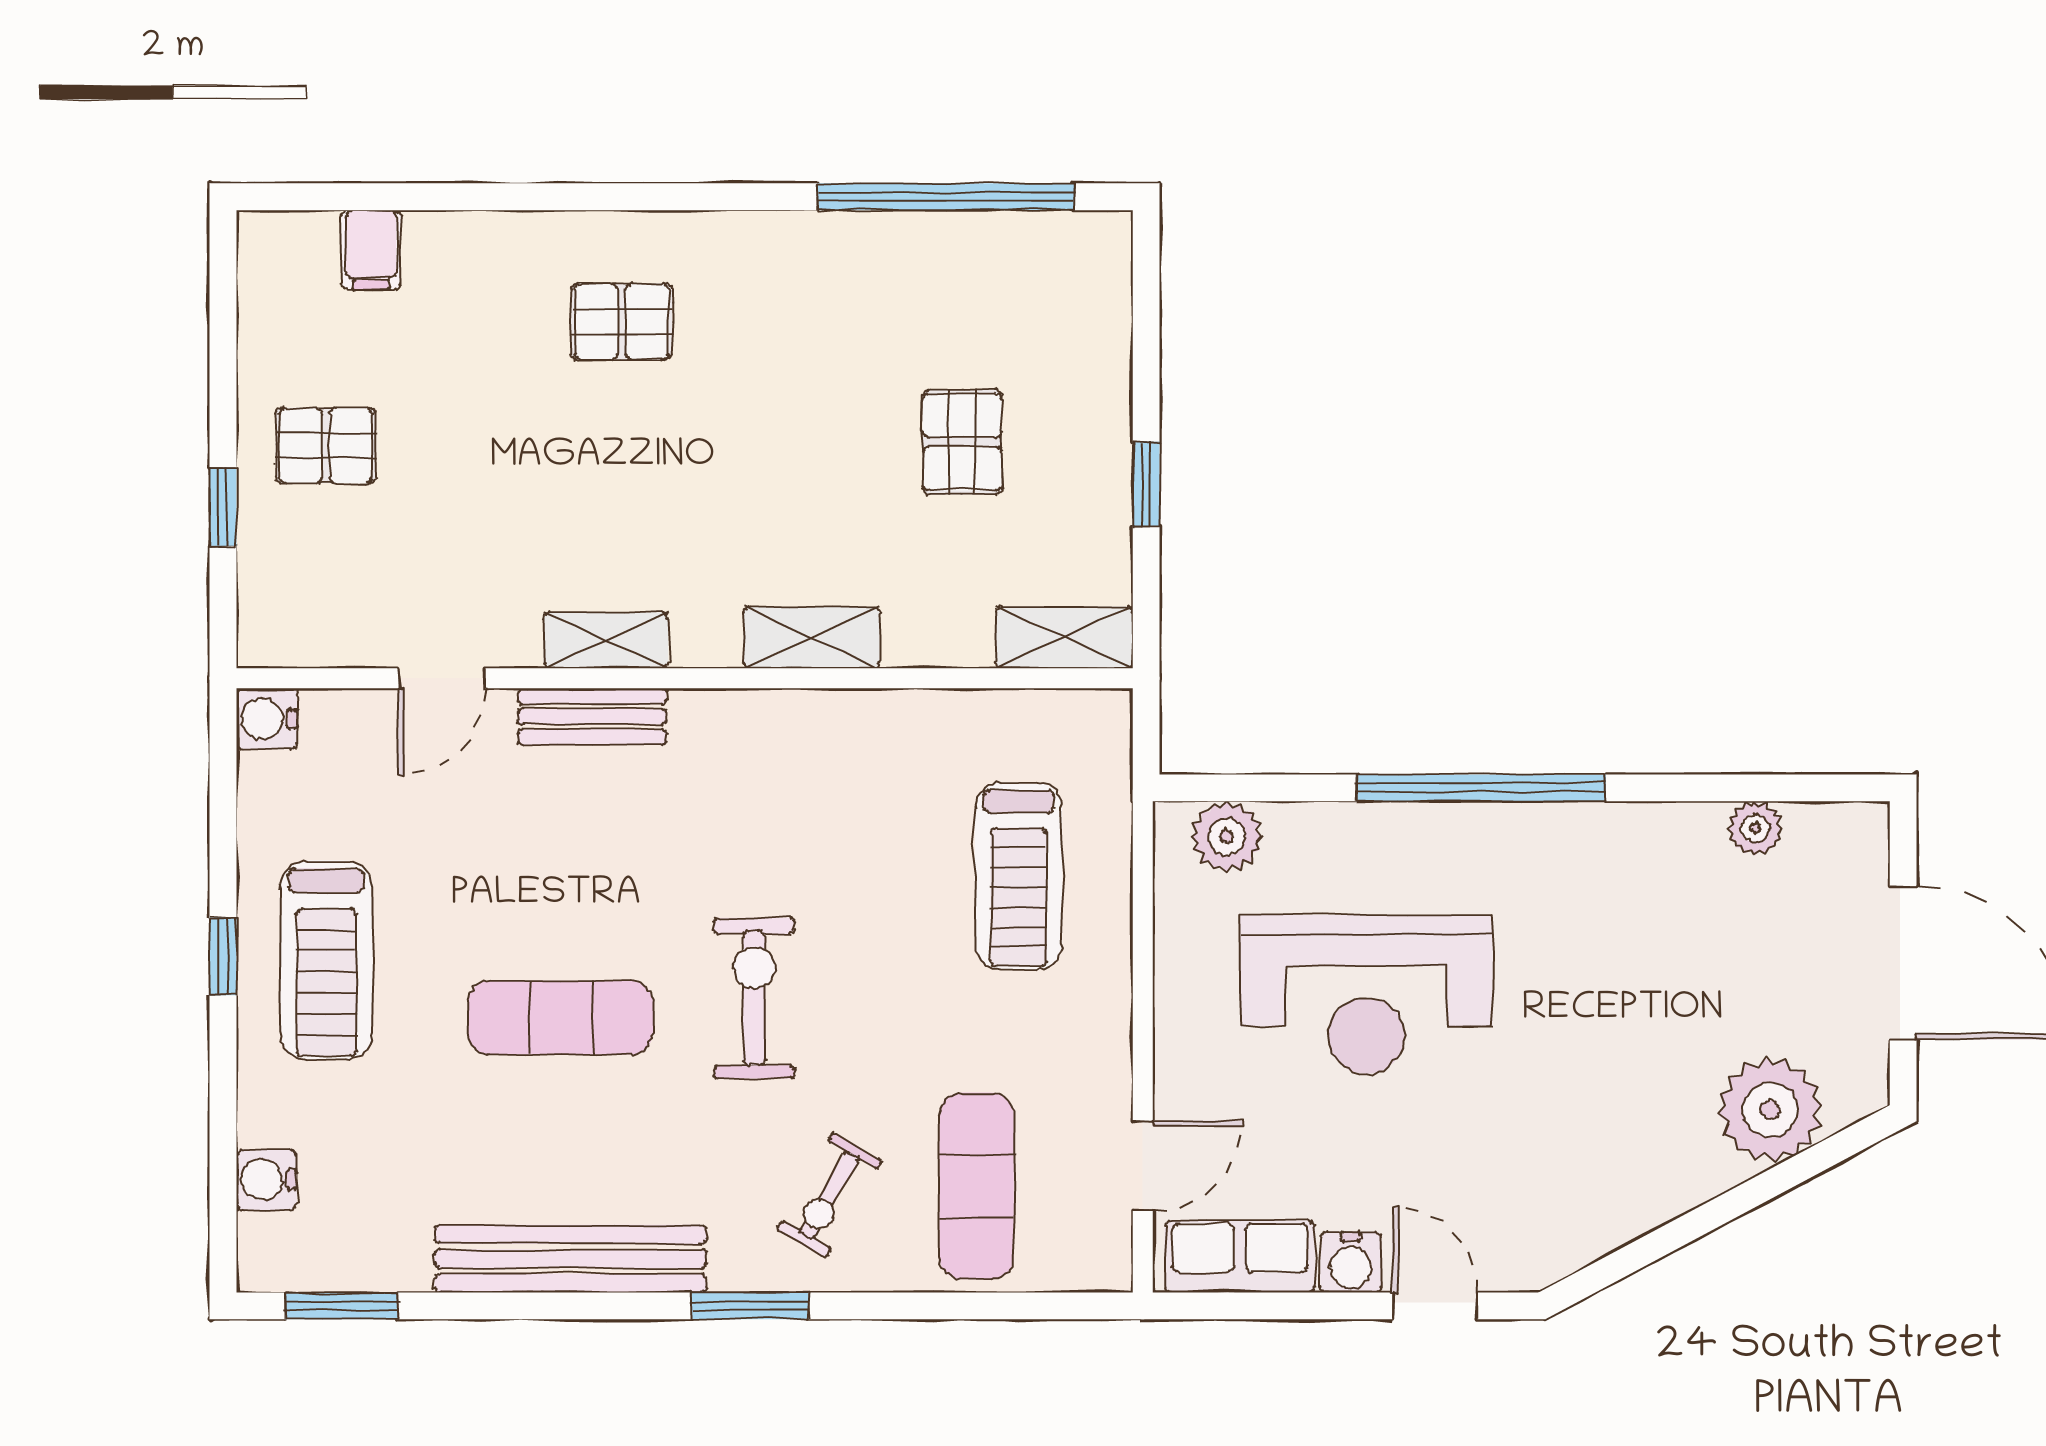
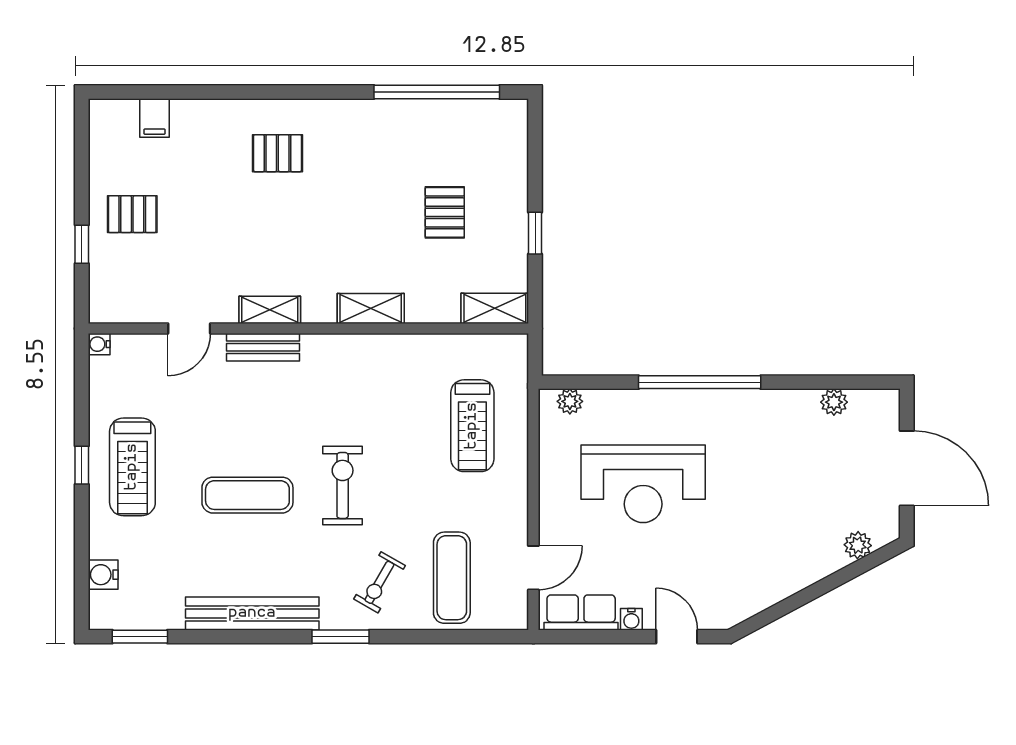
water cooler: (267, 719) -> (99, 344), width x0.72, depth x0.72
plant: (1227, 837) -> (570, 401), width x0.73, depth x0.73
plant: (1770, 1110) -> (858, 545), width x0.53, depth x0.53
water cooler: (1351, 1262) -> (631, 619), width x0.72, depth x0.72

